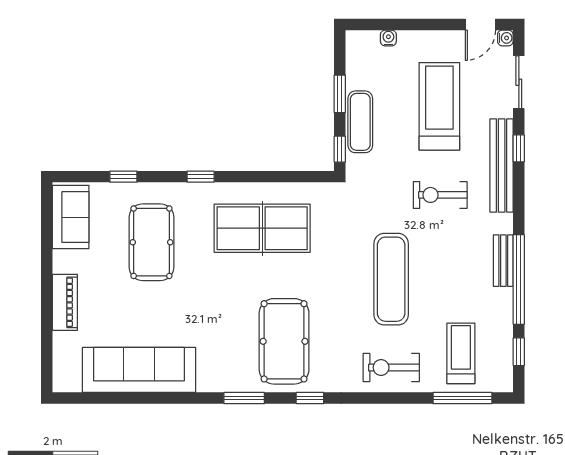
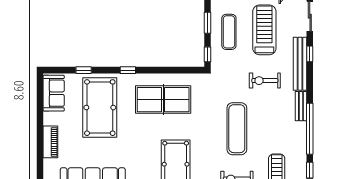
exercise mat: (360, 122) -> (229, 32), moved
pool table: (151, 242) -> (100, 108), width x1.36, depth x1.32
bench: (503, 261) -> (301, 106), moved

